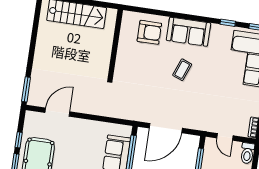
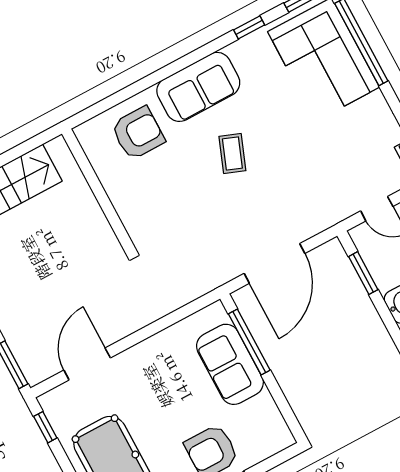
window: (19, 140) -> (45, 427), moved

